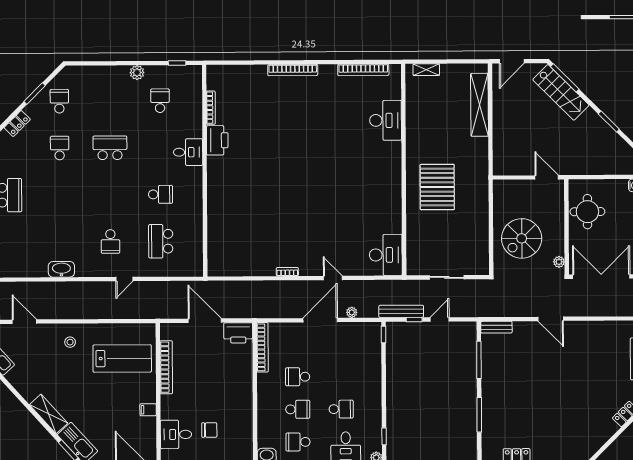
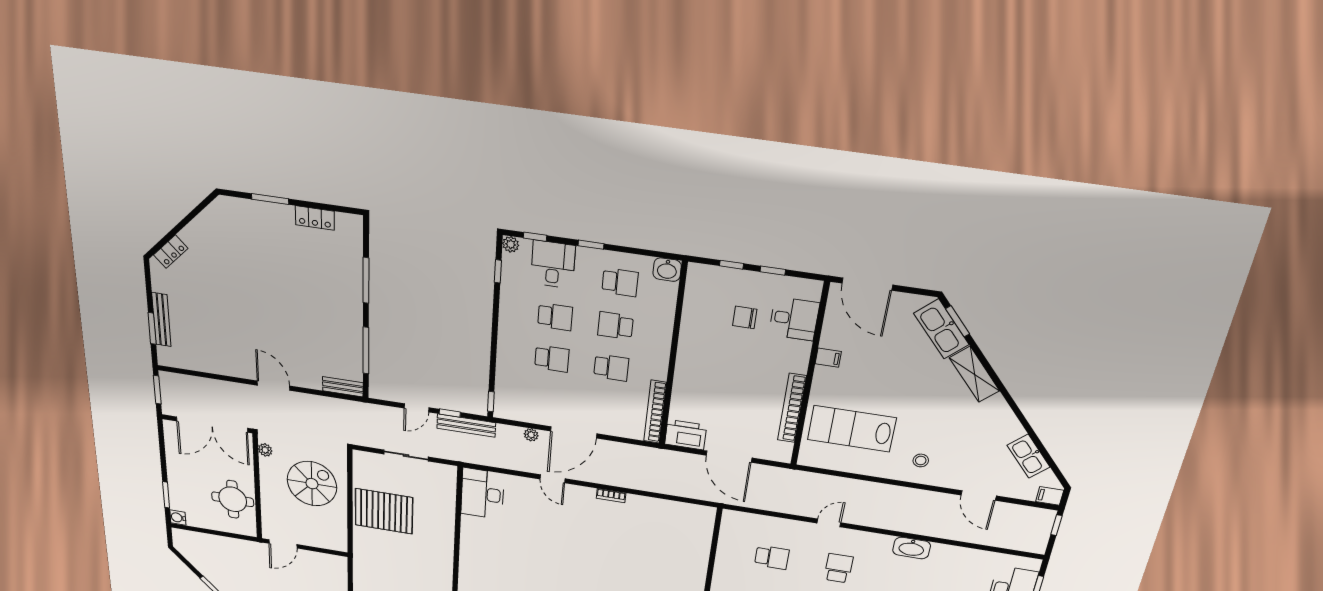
door: (547, 177) -> (283, 544), hinge flipped
pallet: (437, 187) -> (384, 511), moved, turned 90
school desk: (161, 241) -> (772, 557), width x0.54
school desk: (341, 377) -> (552, 359), added
school desk: (341, 409) -> (555, 317), turned 180

